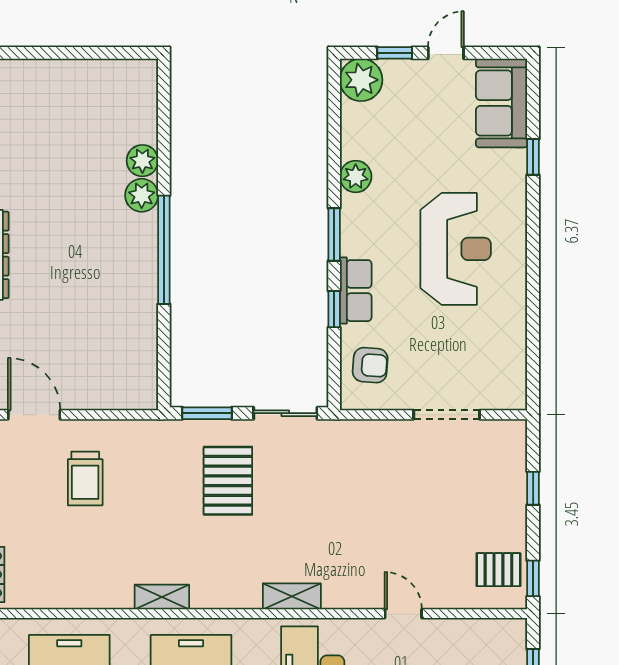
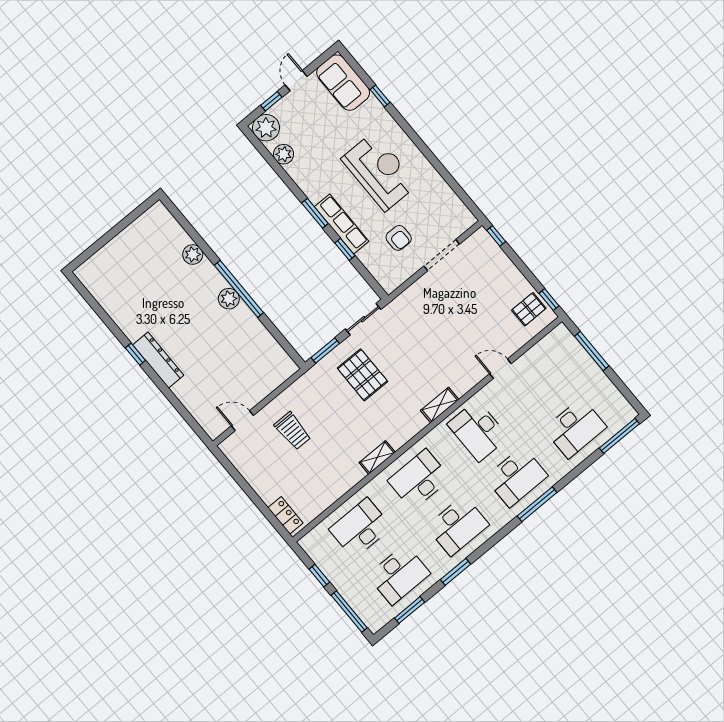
plant: (356, 177) -> (284, 154), moved
plant: (142, 195) -> (229, 299), moved
row of seats: (356, 291) -> (342, 224), width x1.48
armchair: (370, 365) -> (399, 238), moved, turned 86
door: (34, 415) -> (242, 421), width x0.73
window: (533, 488) -> (496, 236), moved

